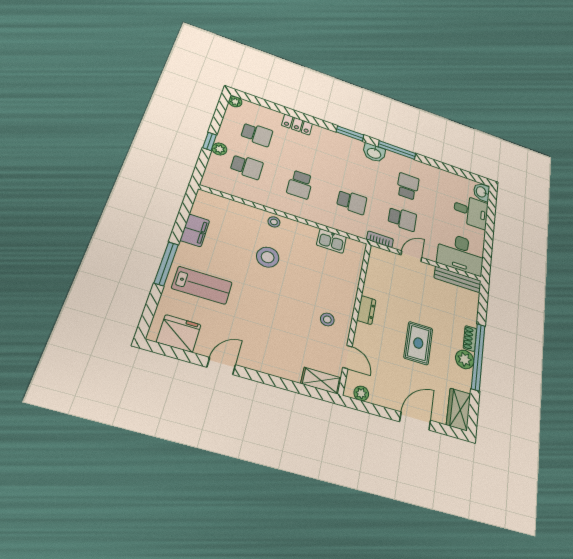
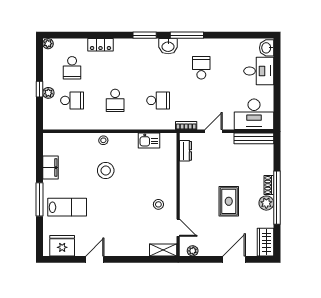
school desk: (257, 134) -> (72, 68), turned 90
school desk: (402, 219) -> (201, 100), removed
dresser: (366, 310) -> (186, 151), moved

